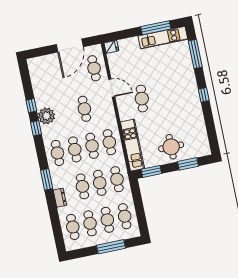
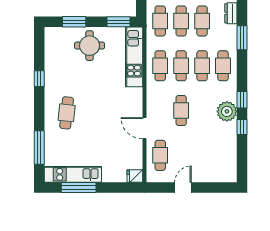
door: (70, 46) -> (183, 188), width x0.53
window: (204, 95) -> (39, 79), moved
cafe table: (142, 99) -> (67, 113), moved

